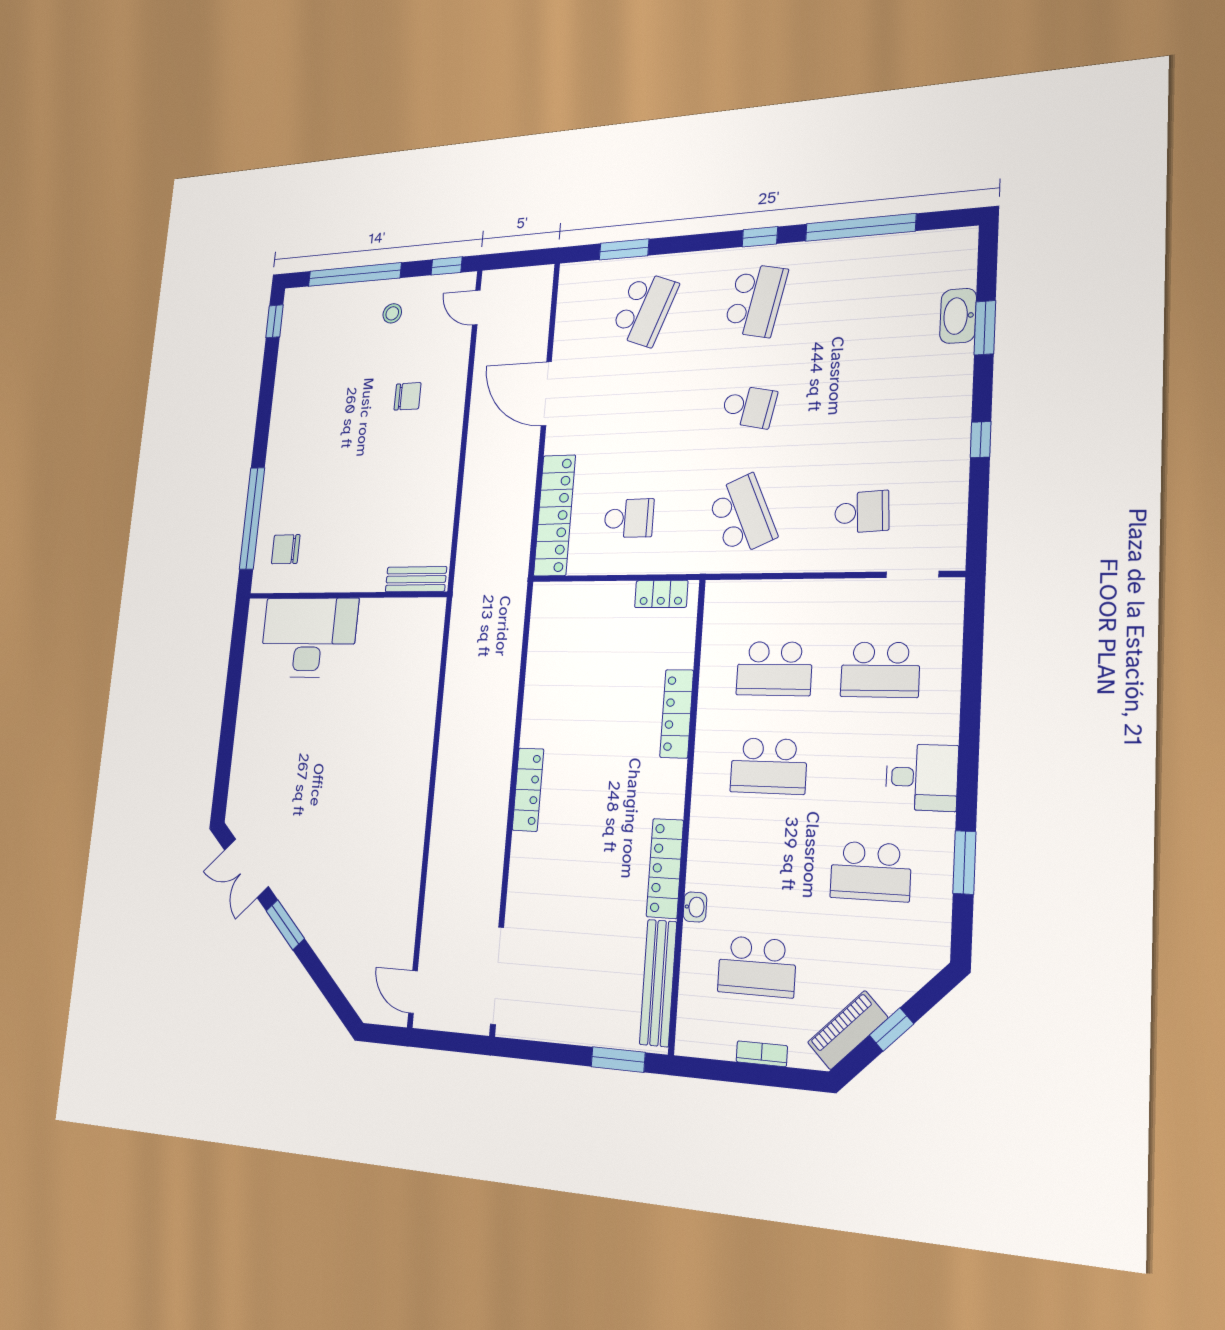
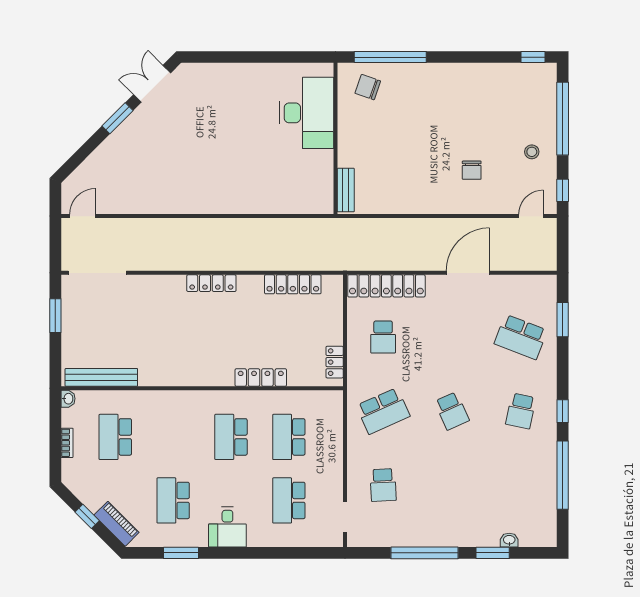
school desk: (756, 300) -> (521, 411), width x0.54
washbasin: (958, 316) -> (509, 540), width x0.52, depth x0.69
school desk: (749, 407) -> (452, 411), turned -36
window: (981, 440) -> (425, 553), width x3.17
chair: (286, 549) -> (368, 87), turned -71
locker: (665, 868) -> (293, 284), moved, turned 180
washbasin: (695, 907) -> (68, 399), moved, turned -90
piano: (848, 1030) -> (117, 524), moved
window: (618, 1060) -> (55, 316), moved

